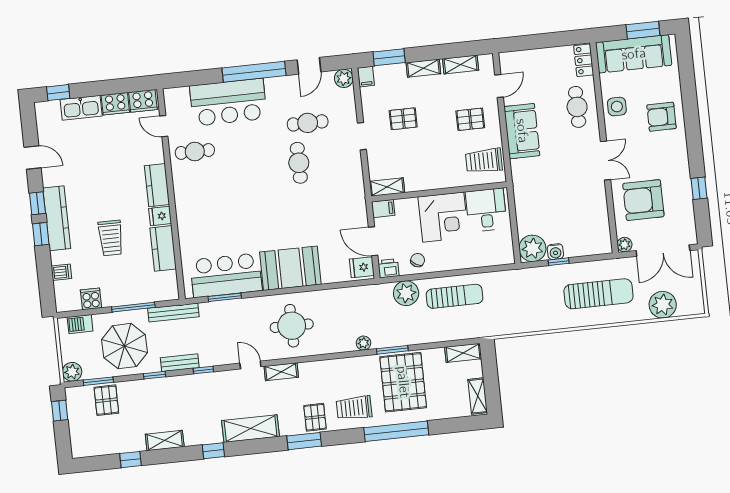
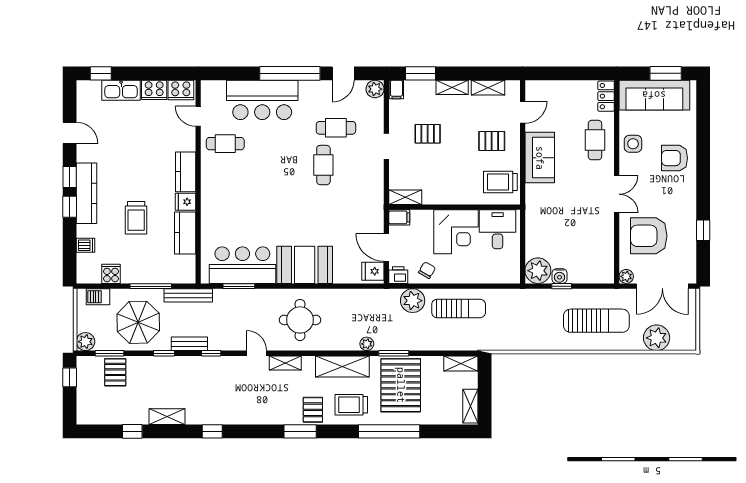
shelving: (251, 429) -> (342, 366), moved

